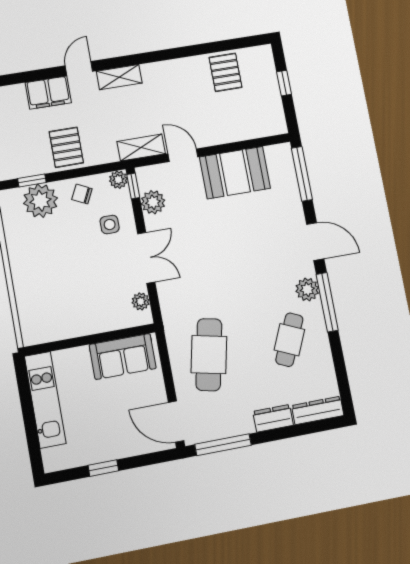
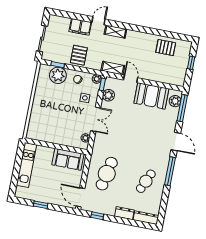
pallet: (225, 72) -> (166, 48), turned 90
plant: (307, 289) -> (175, 101), moved
window: (223, 445) -> (97, 216), width x0.46

